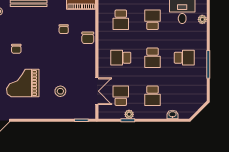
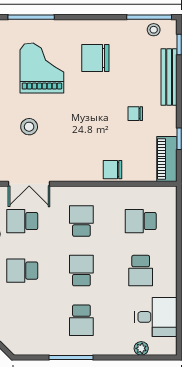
school desk: (153, 20) -> (141, 271), turned 90
chair: (64, 29) -> (135, 114), moved
chair: (16, 49) -> (95, 58), width x1.87, depth x1.87
school desk: (153, 58) -> (81, 271), turned 90
school desk: (121, 96) -> (22, 221), turned 180

